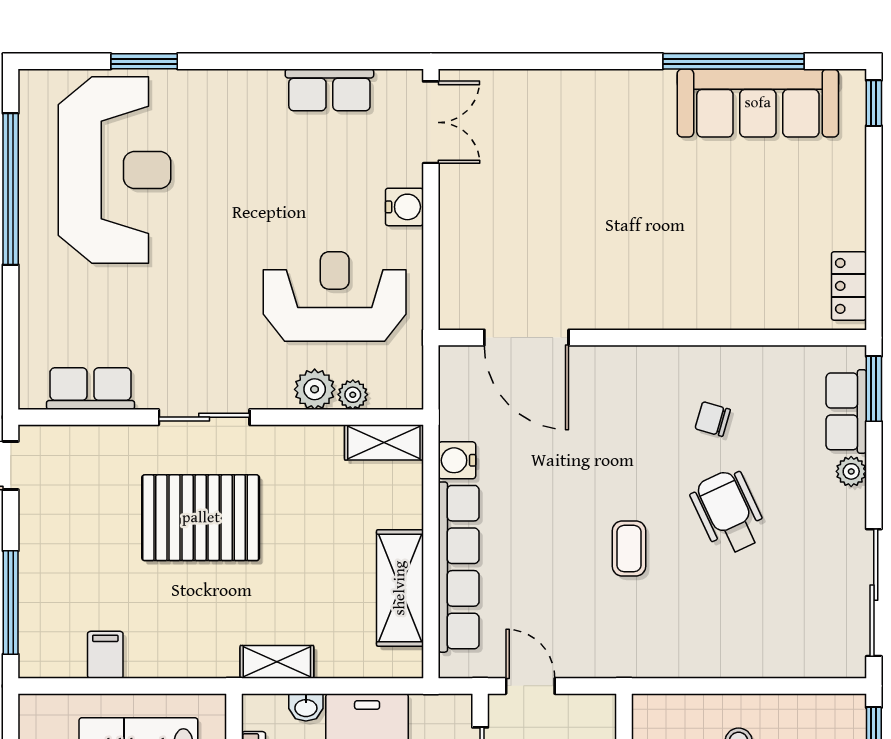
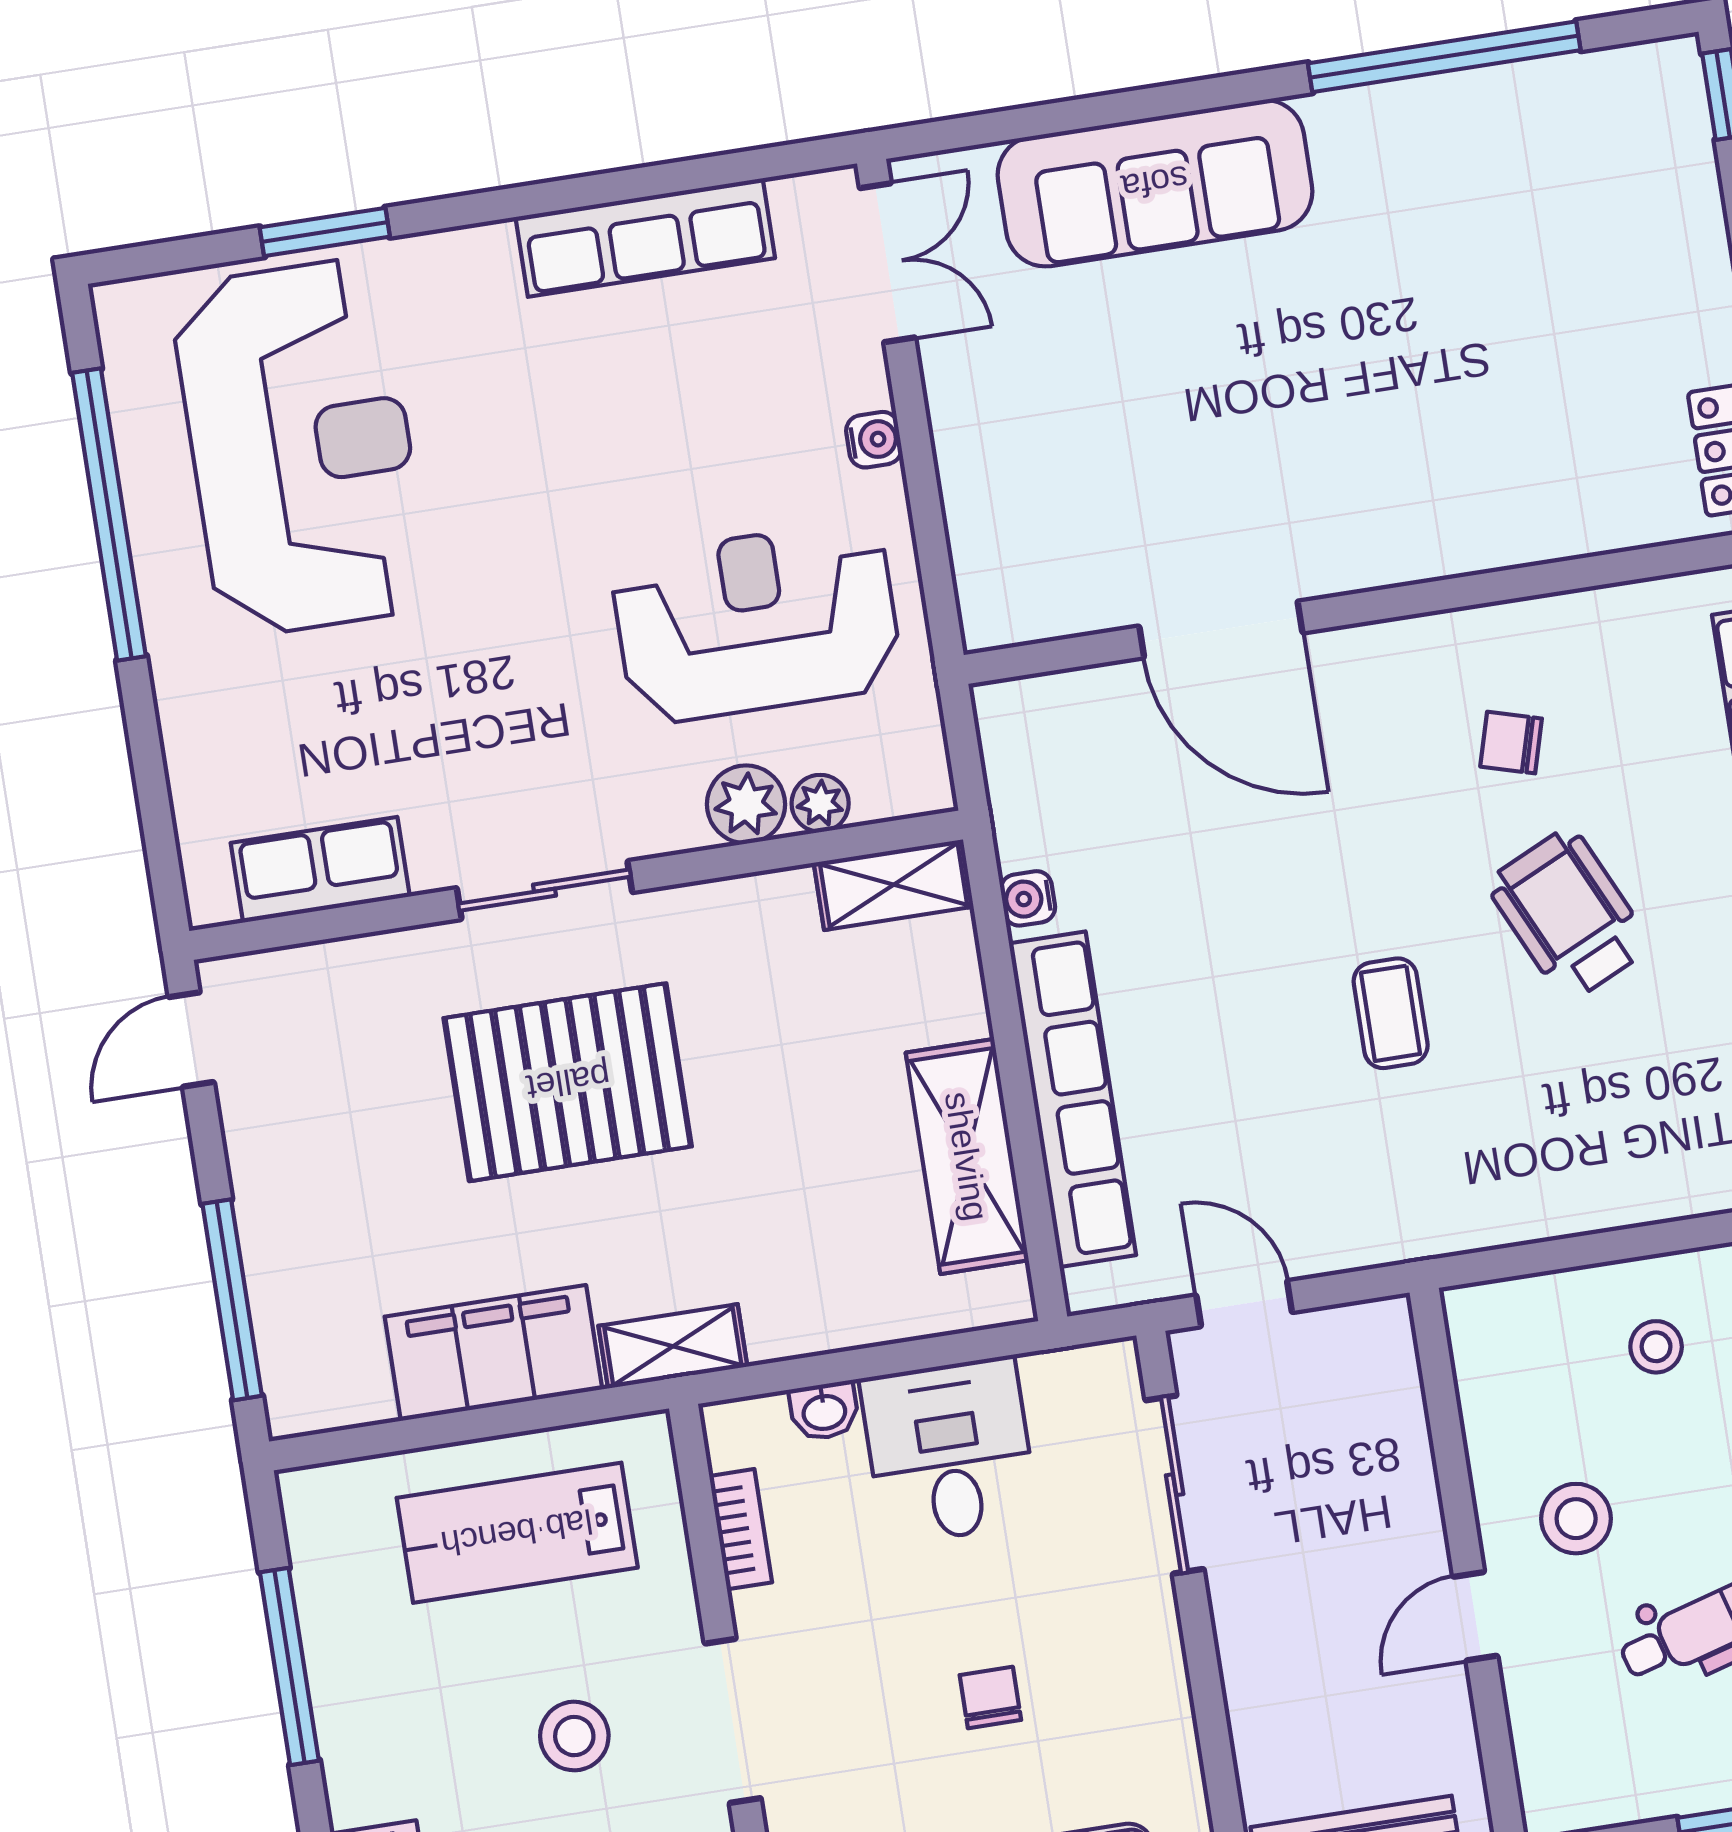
row of seats: (329, 90) -> (645, 238), width x1.48
sofa: (758, 103) -> (1155, 183), moved
water cooler: (404, 207) -> (874, 440), width x0.72, depth x0.72
door: (526, 338) -> (1221, 630), moved
water cooler: (457, 460) -> (1028, 898), width x0.72, depth x0.72
filing cabinet: (105, 655) -> (493, 1353), width x3.00, depth x1.17
shelving: (277, 662) -> (673, 1346), moved

